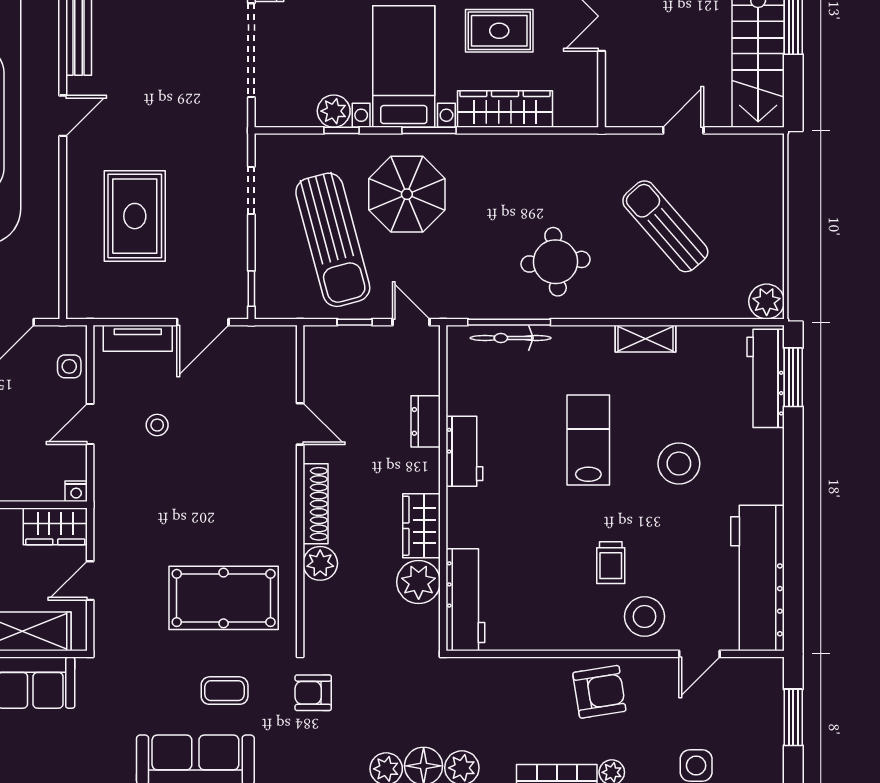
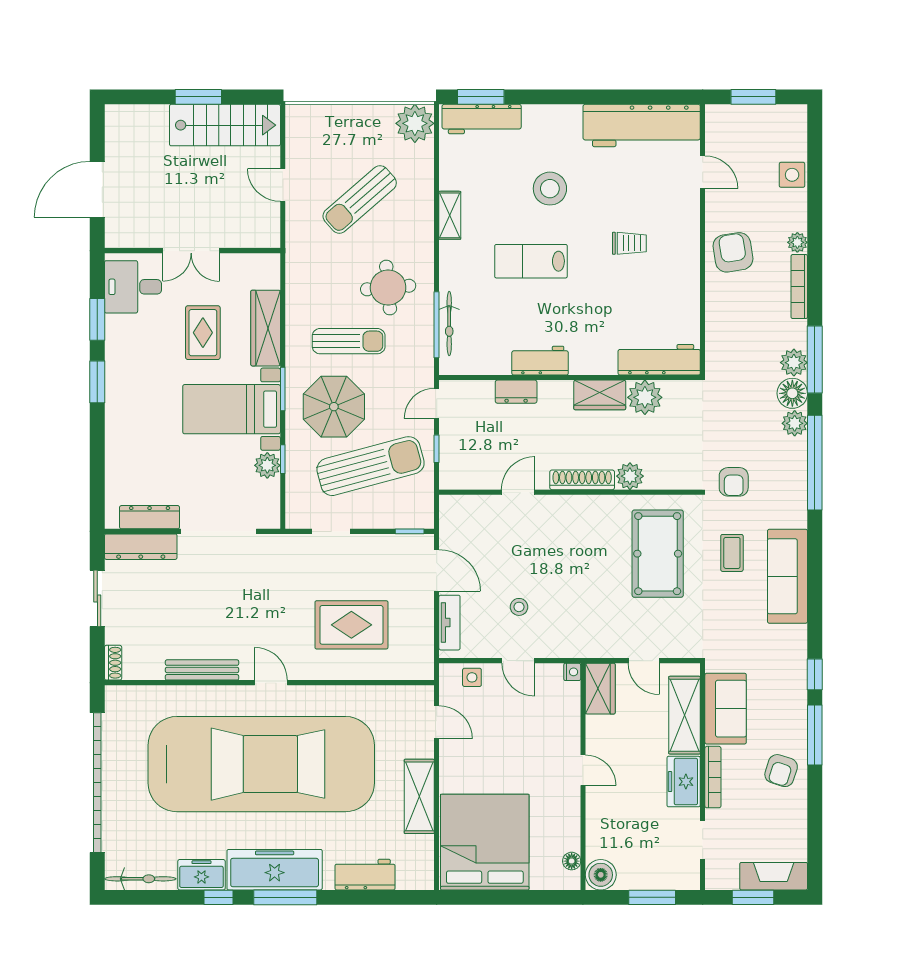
sun lounger: (489, 213) -> (349, 341), added
plant: (767, 302) -> (415, 123), width x1.36, depth x1.36
stool: (645, 617) -> (673, 216), removed

